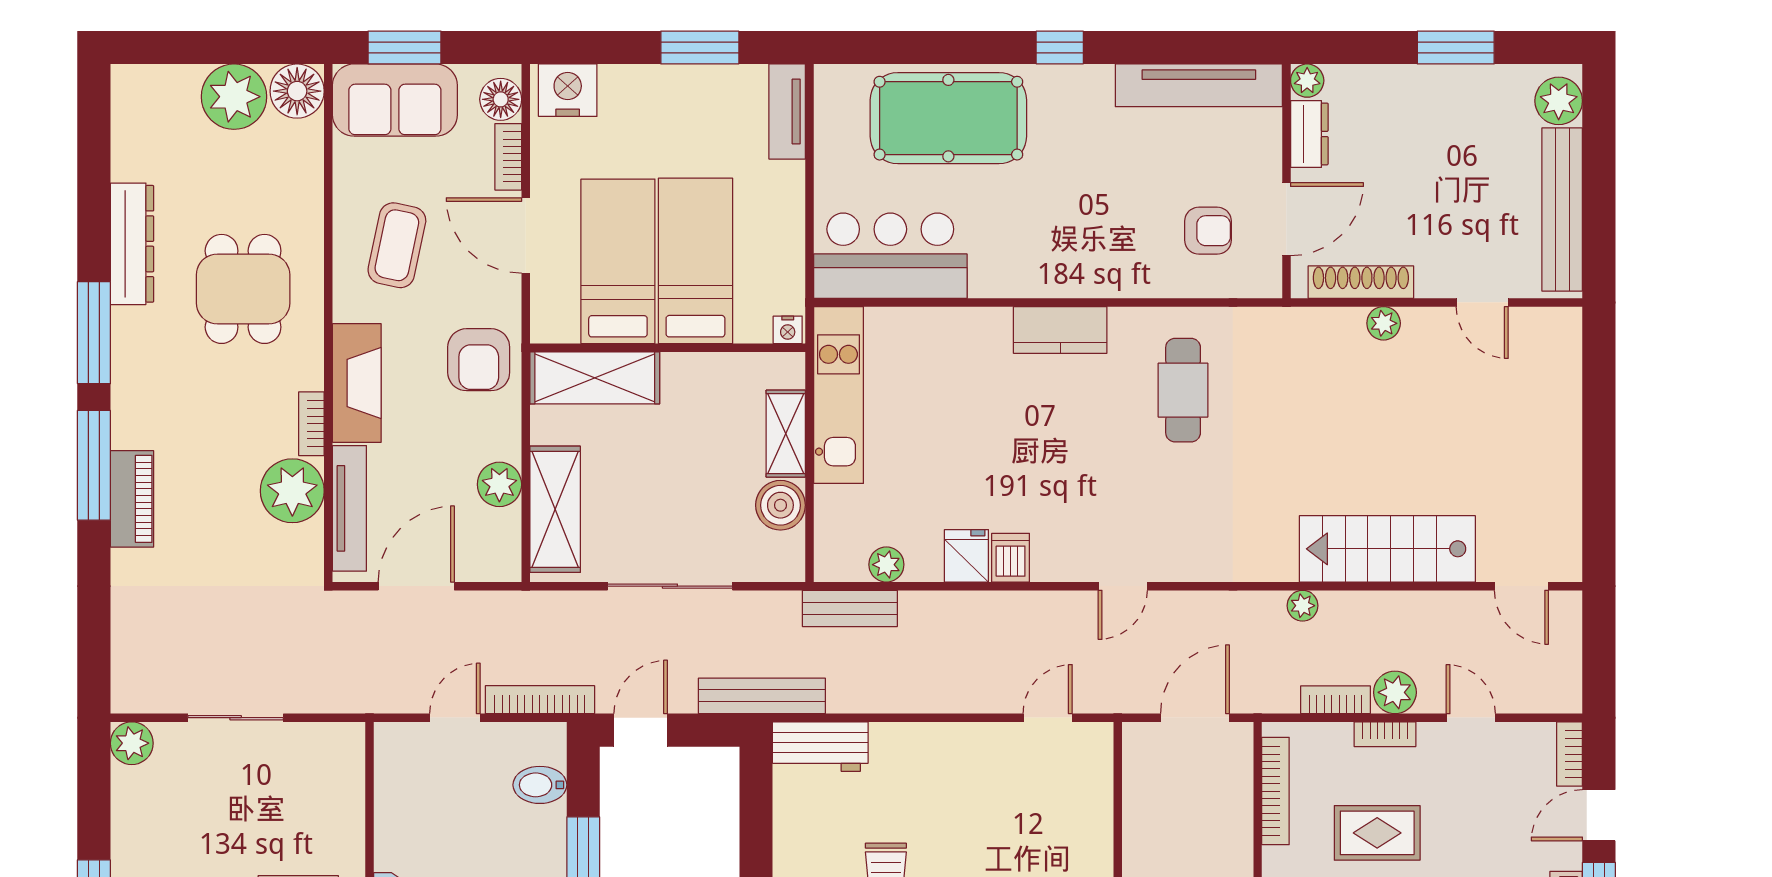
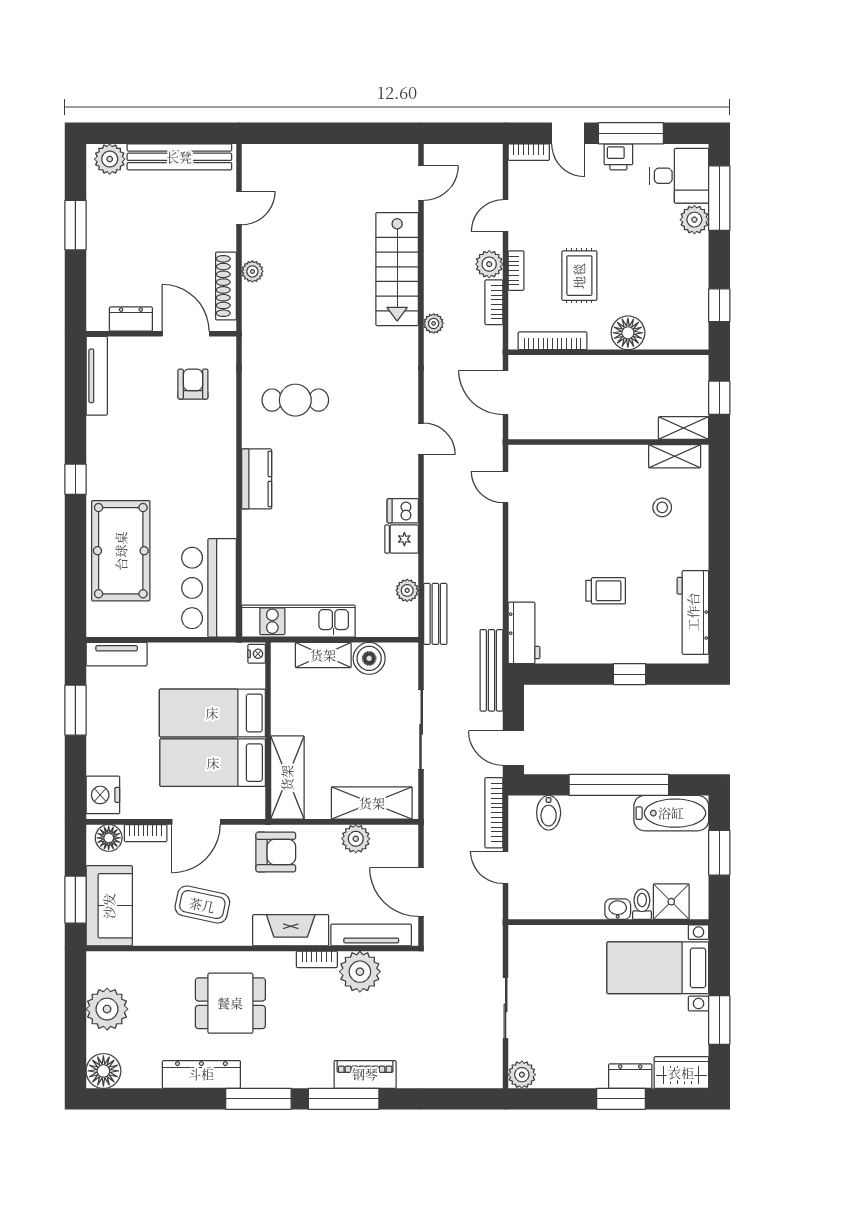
plant: (1307, 81) -> (97, 320), removed
tv unit: (1199, 85) -> (97, 376), width x0.73, depth x0.78
floor lamp: (297, 91) -> (103, 1071), moved

